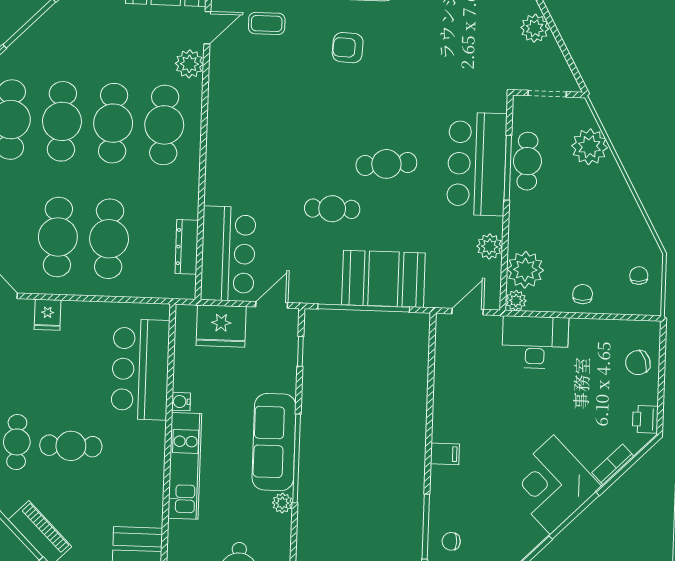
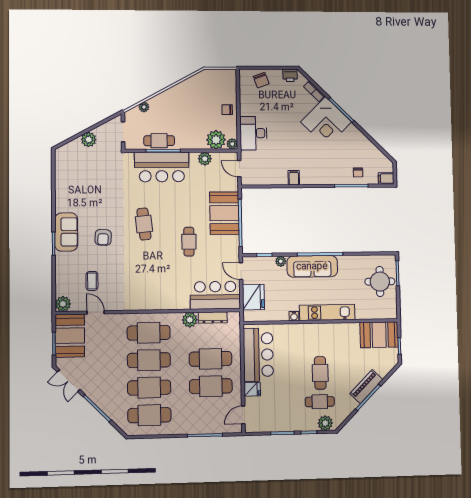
plant: (189, 64) -> (190, 320), moved
plant: (589, 147) -> (144, 107), width x0.53, depth x0.53
cafe table: (386, 164) -> (144, 224), moved
chair: (639, 276) -> (216, 81), removed
bar counter: (140, 369) -> (258, 355), moved, turned -90
filing cabinet: (445, 454) -> (294, 178), moved
plant: (282, 503) -> (281, 261), moved

